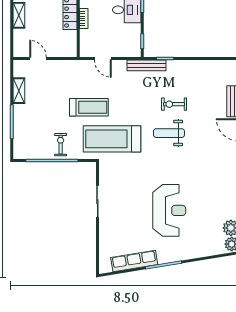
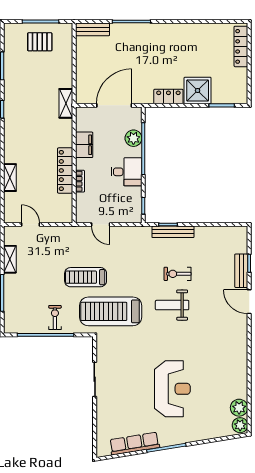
bench: (147, 65) -> (173, 232), moved
treadmill: (89, 107) -> (86, 277), turned 180

